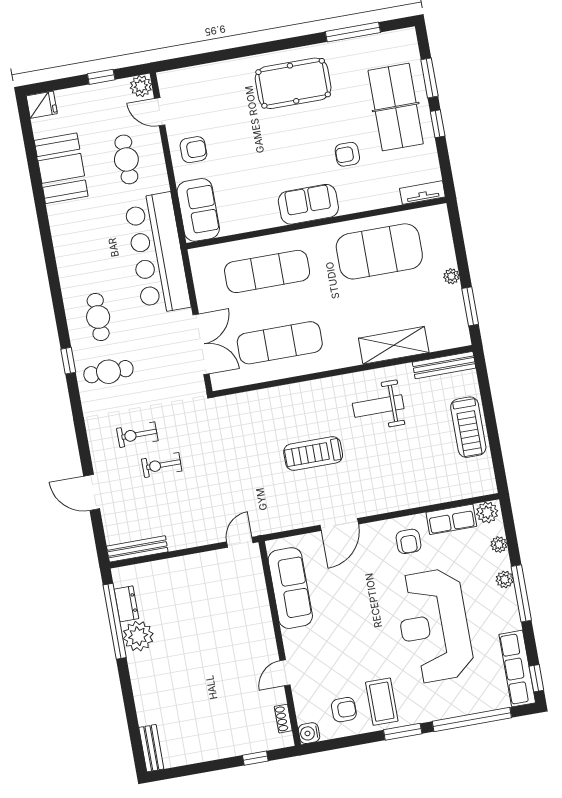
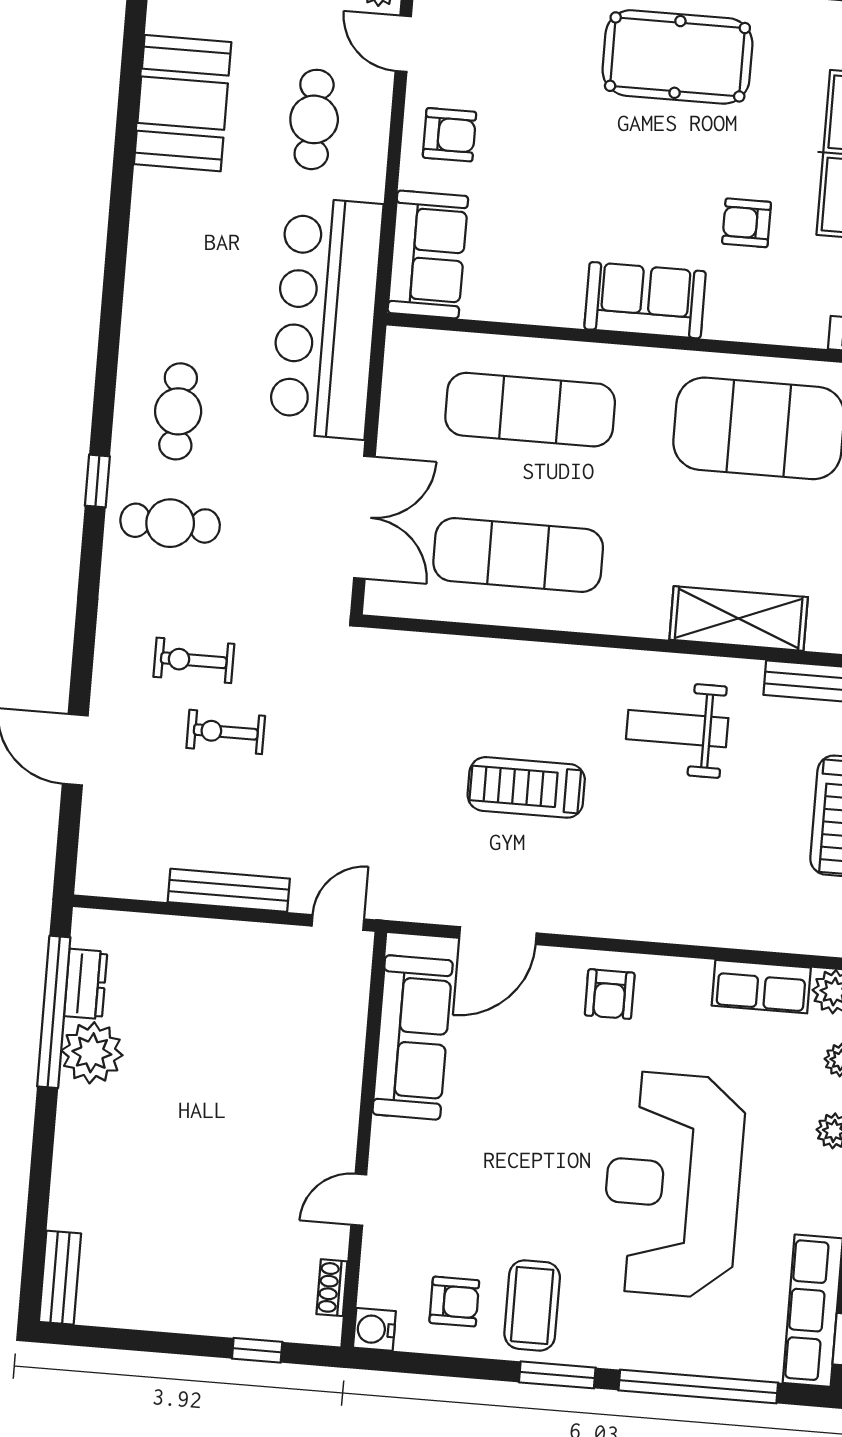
door: (339, 525) -> (498, 936), moved
armchair: (409, 541) -> (610, 994), moved
bench: (137, 549) -> (229, 890), moved

